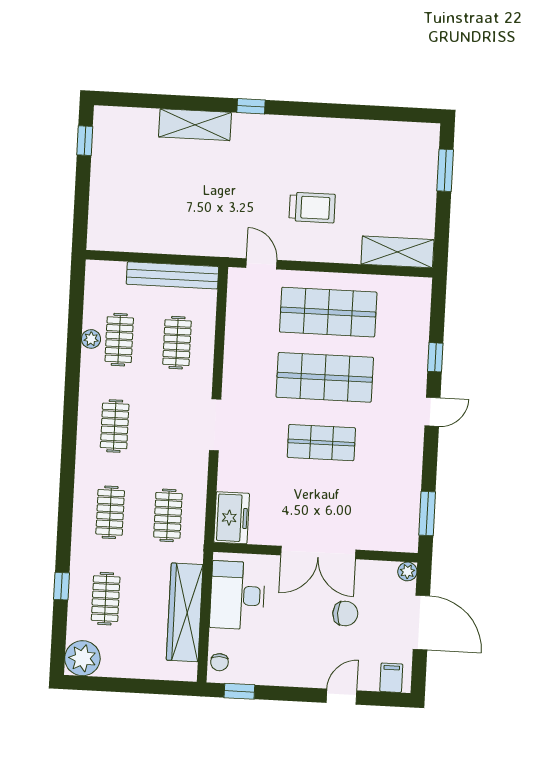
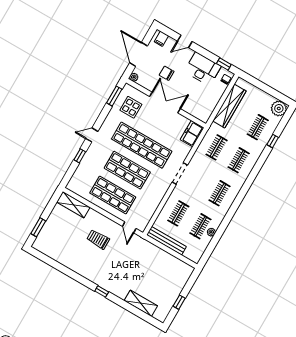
shelving: (195, 125) -> (141, 303), moved
window: (85, 141) -> (179, 302), moved
shop shelf: (321, 443) -> (142, 145), width x2.00, depth x1.36
display table: (382, 508) -> (131, 107), added
desk: (237, 595) -> (203, 69), moved, turned -90

